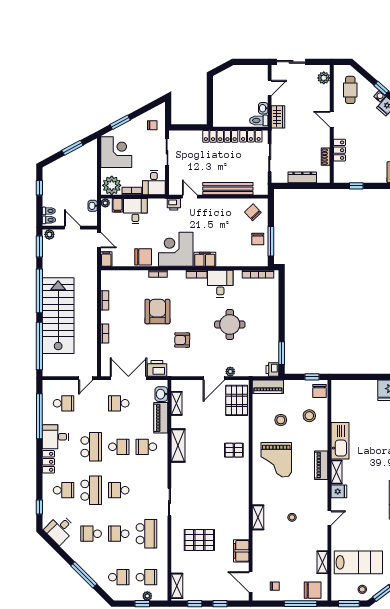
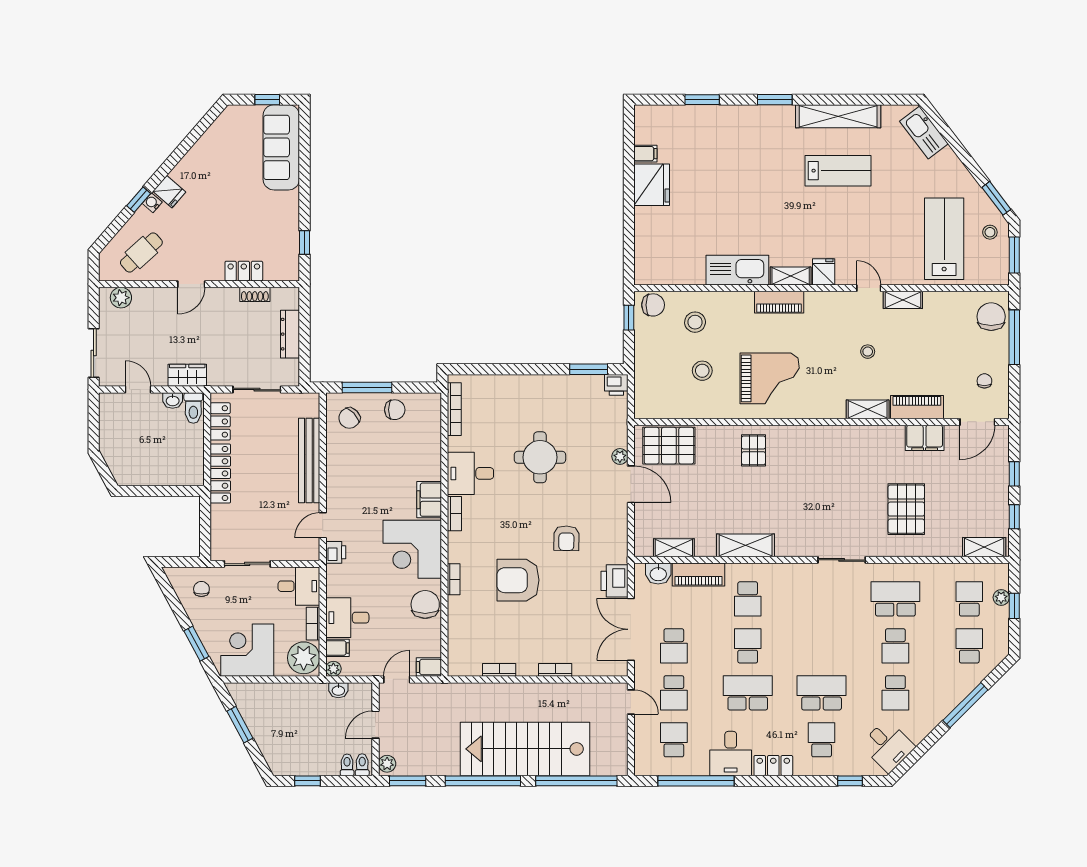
cafe table: (350, 90) -> (141, 253), turned -42
window: (271, 241) -> (367, 388), moved
piano: (268, 387) -> (917, 407), moved, turned -90
school desk: (119, 490) -> (674, 693), moved
shelving: (322, 562) -> (903, 300), moved

